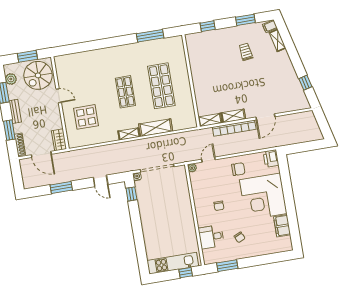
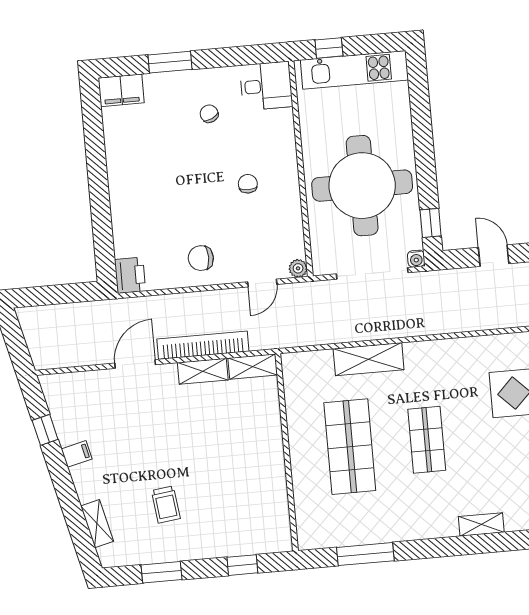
filing cabinet: (270, 26) -> (77, 454), moved
shelving: (129, 134) -> (481, 524), moved
corner desk: (263, 197) -> (153, 196), removed
round table: (165, 209) -> (362, 186), added
filing cabinet: (282, 226) -> (121, 90), moved, turned 90
desk: (211, 237) -> (266, 86), moved
window: (227, 266) -> (170, 62), moved

